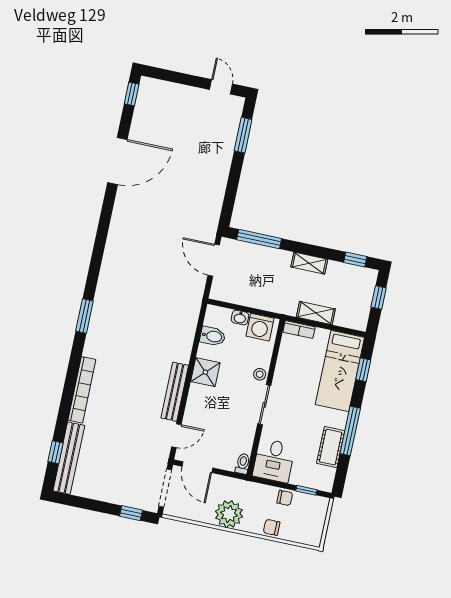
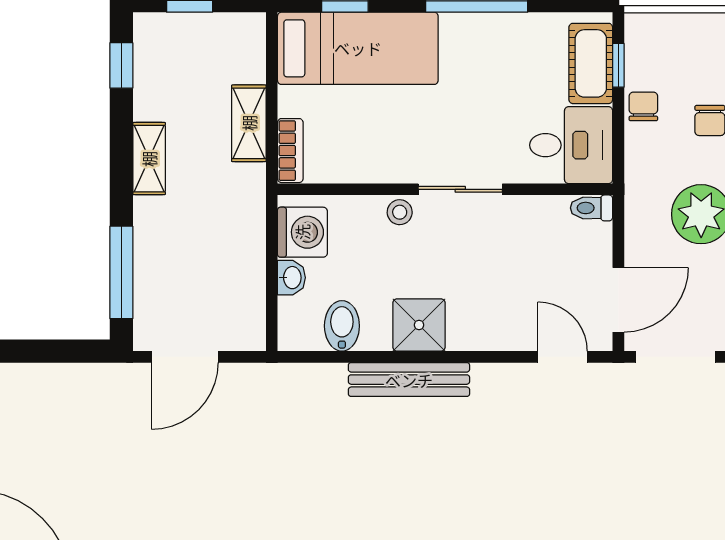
bench: (175, 392) -> (409, 380), moved
cot: (331, 447) -> (591, 63), moved, turned 90

